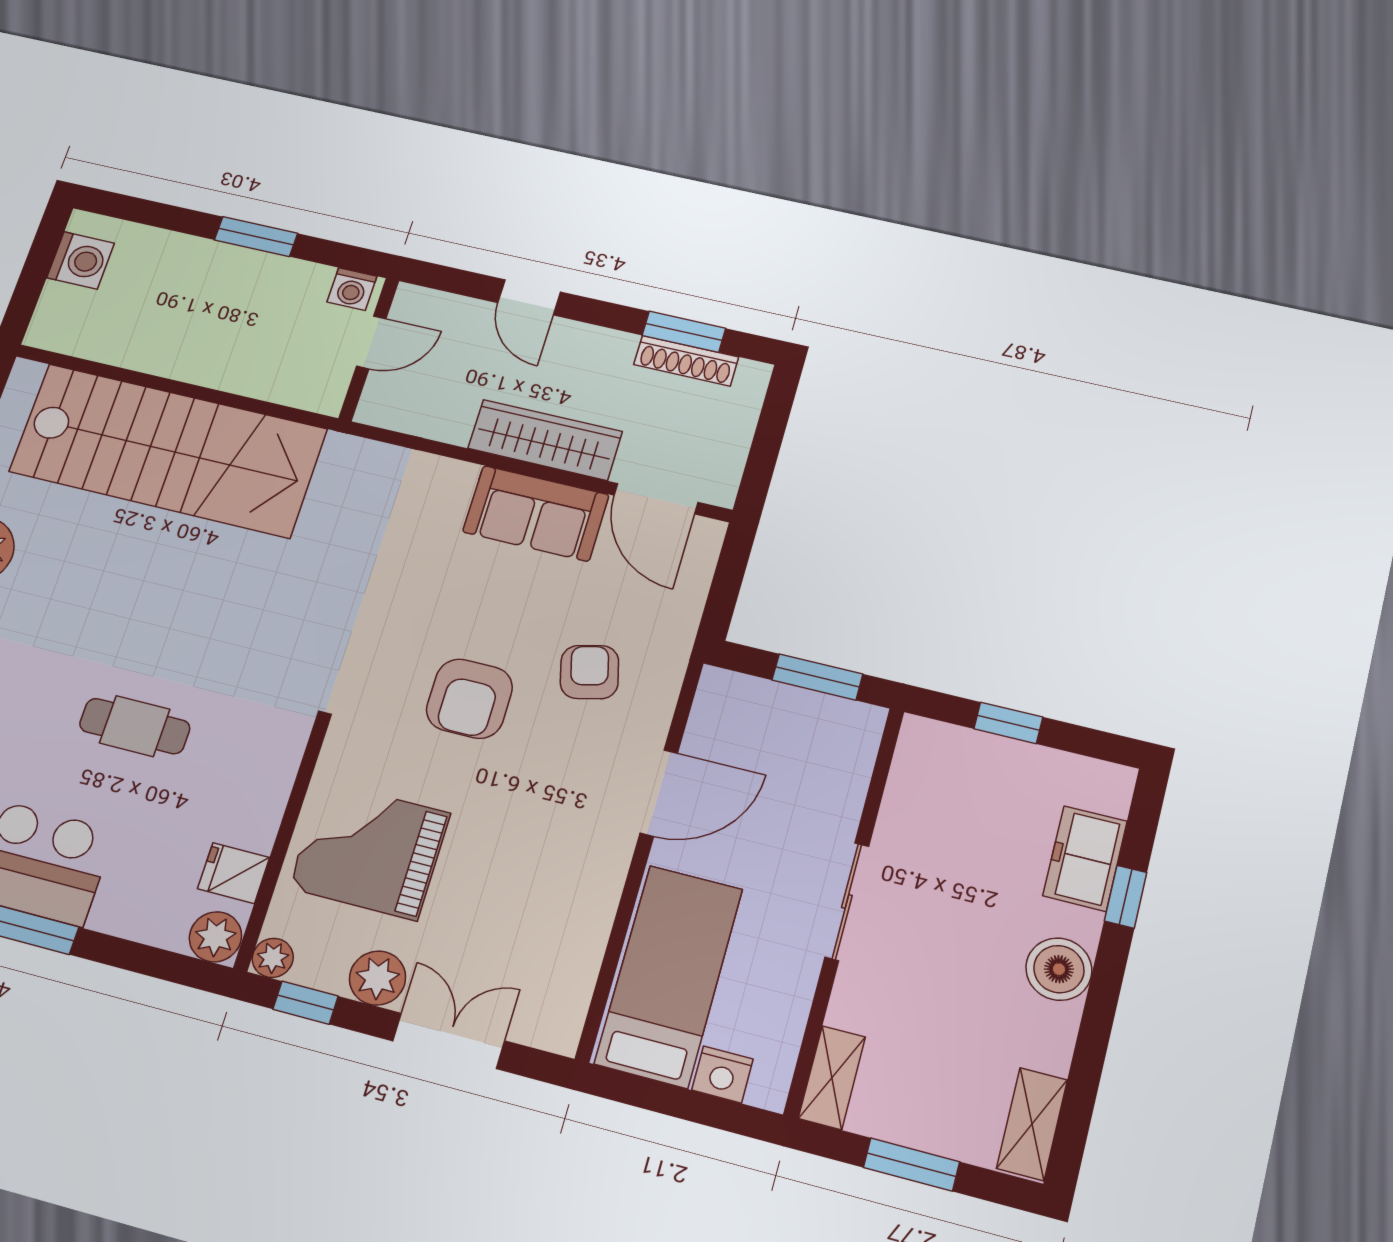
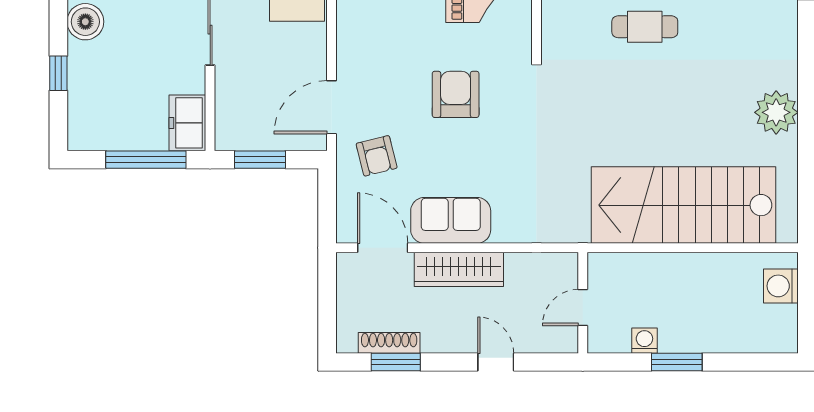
washing machine: (81, 260) -> (781, 286), moved
washing machine: (352, 289) -> (644, 341), moved
armchair: (589, 672) -> (377, 156), moved
window: (1008, 723) -> (146, 160), width x2.17
door: (659, 793) -> (331, 107), moved
freezer: (1085, 858) -> (187, 123), moved, turned 180

